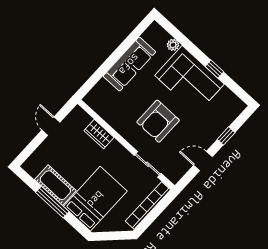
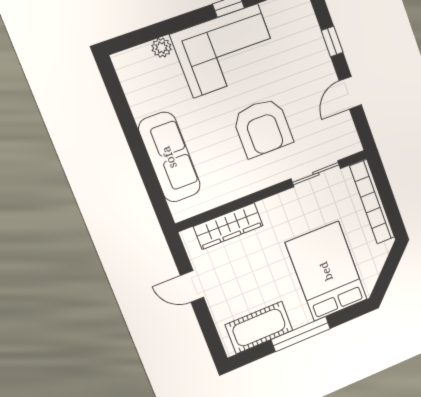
sofa: (129, 64) -> (169, 157), moved
wardrobe: (99, 134) -> (228, 226), width x1.50
cot: (55, 185) -> (259, 327), moved

